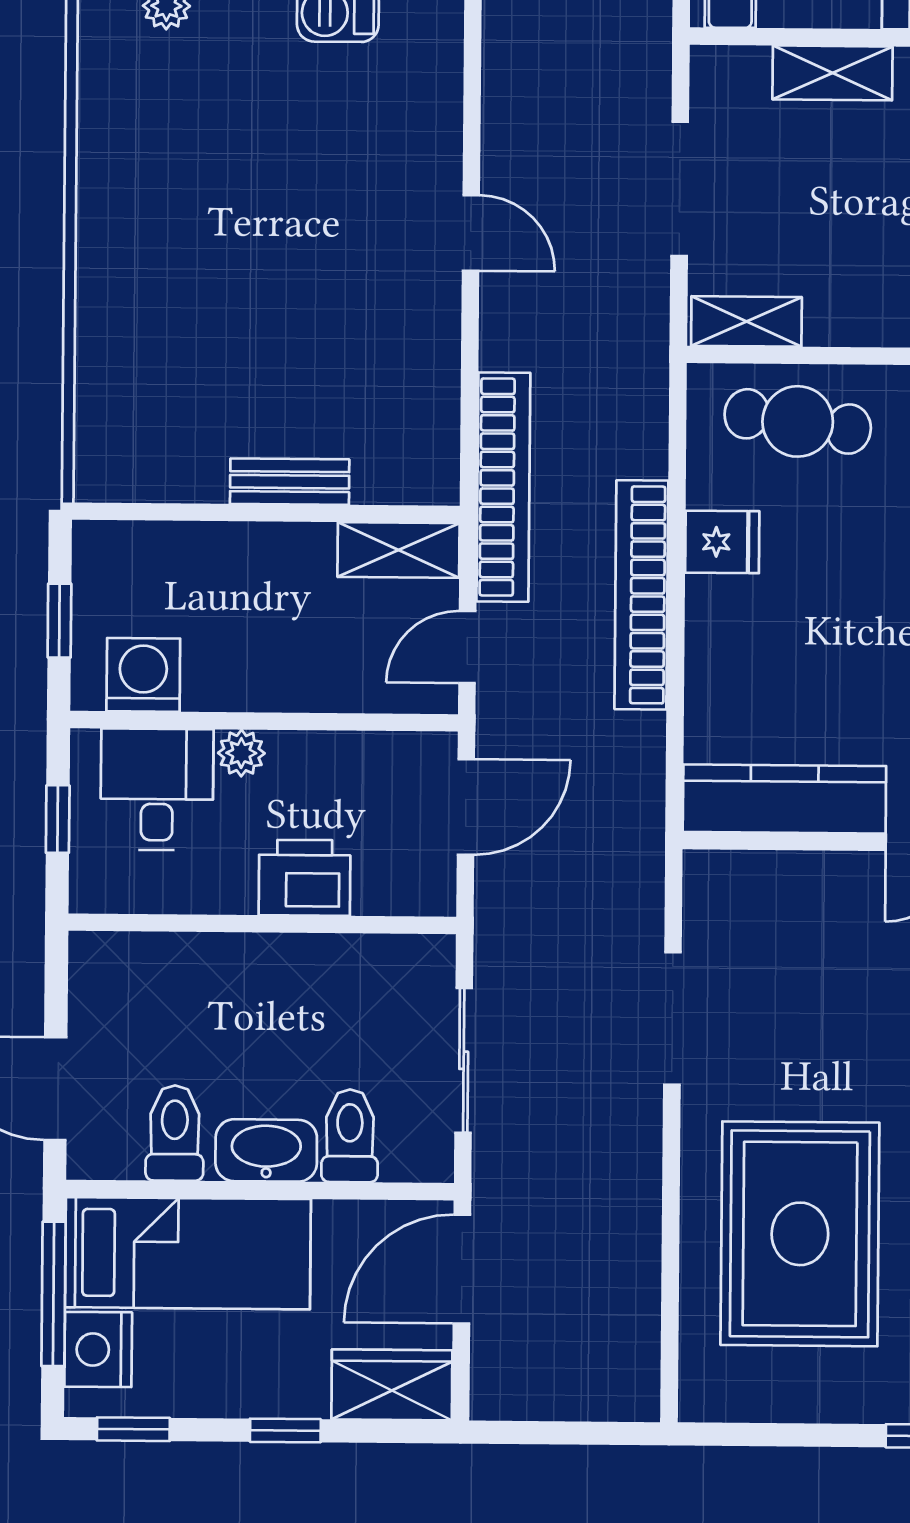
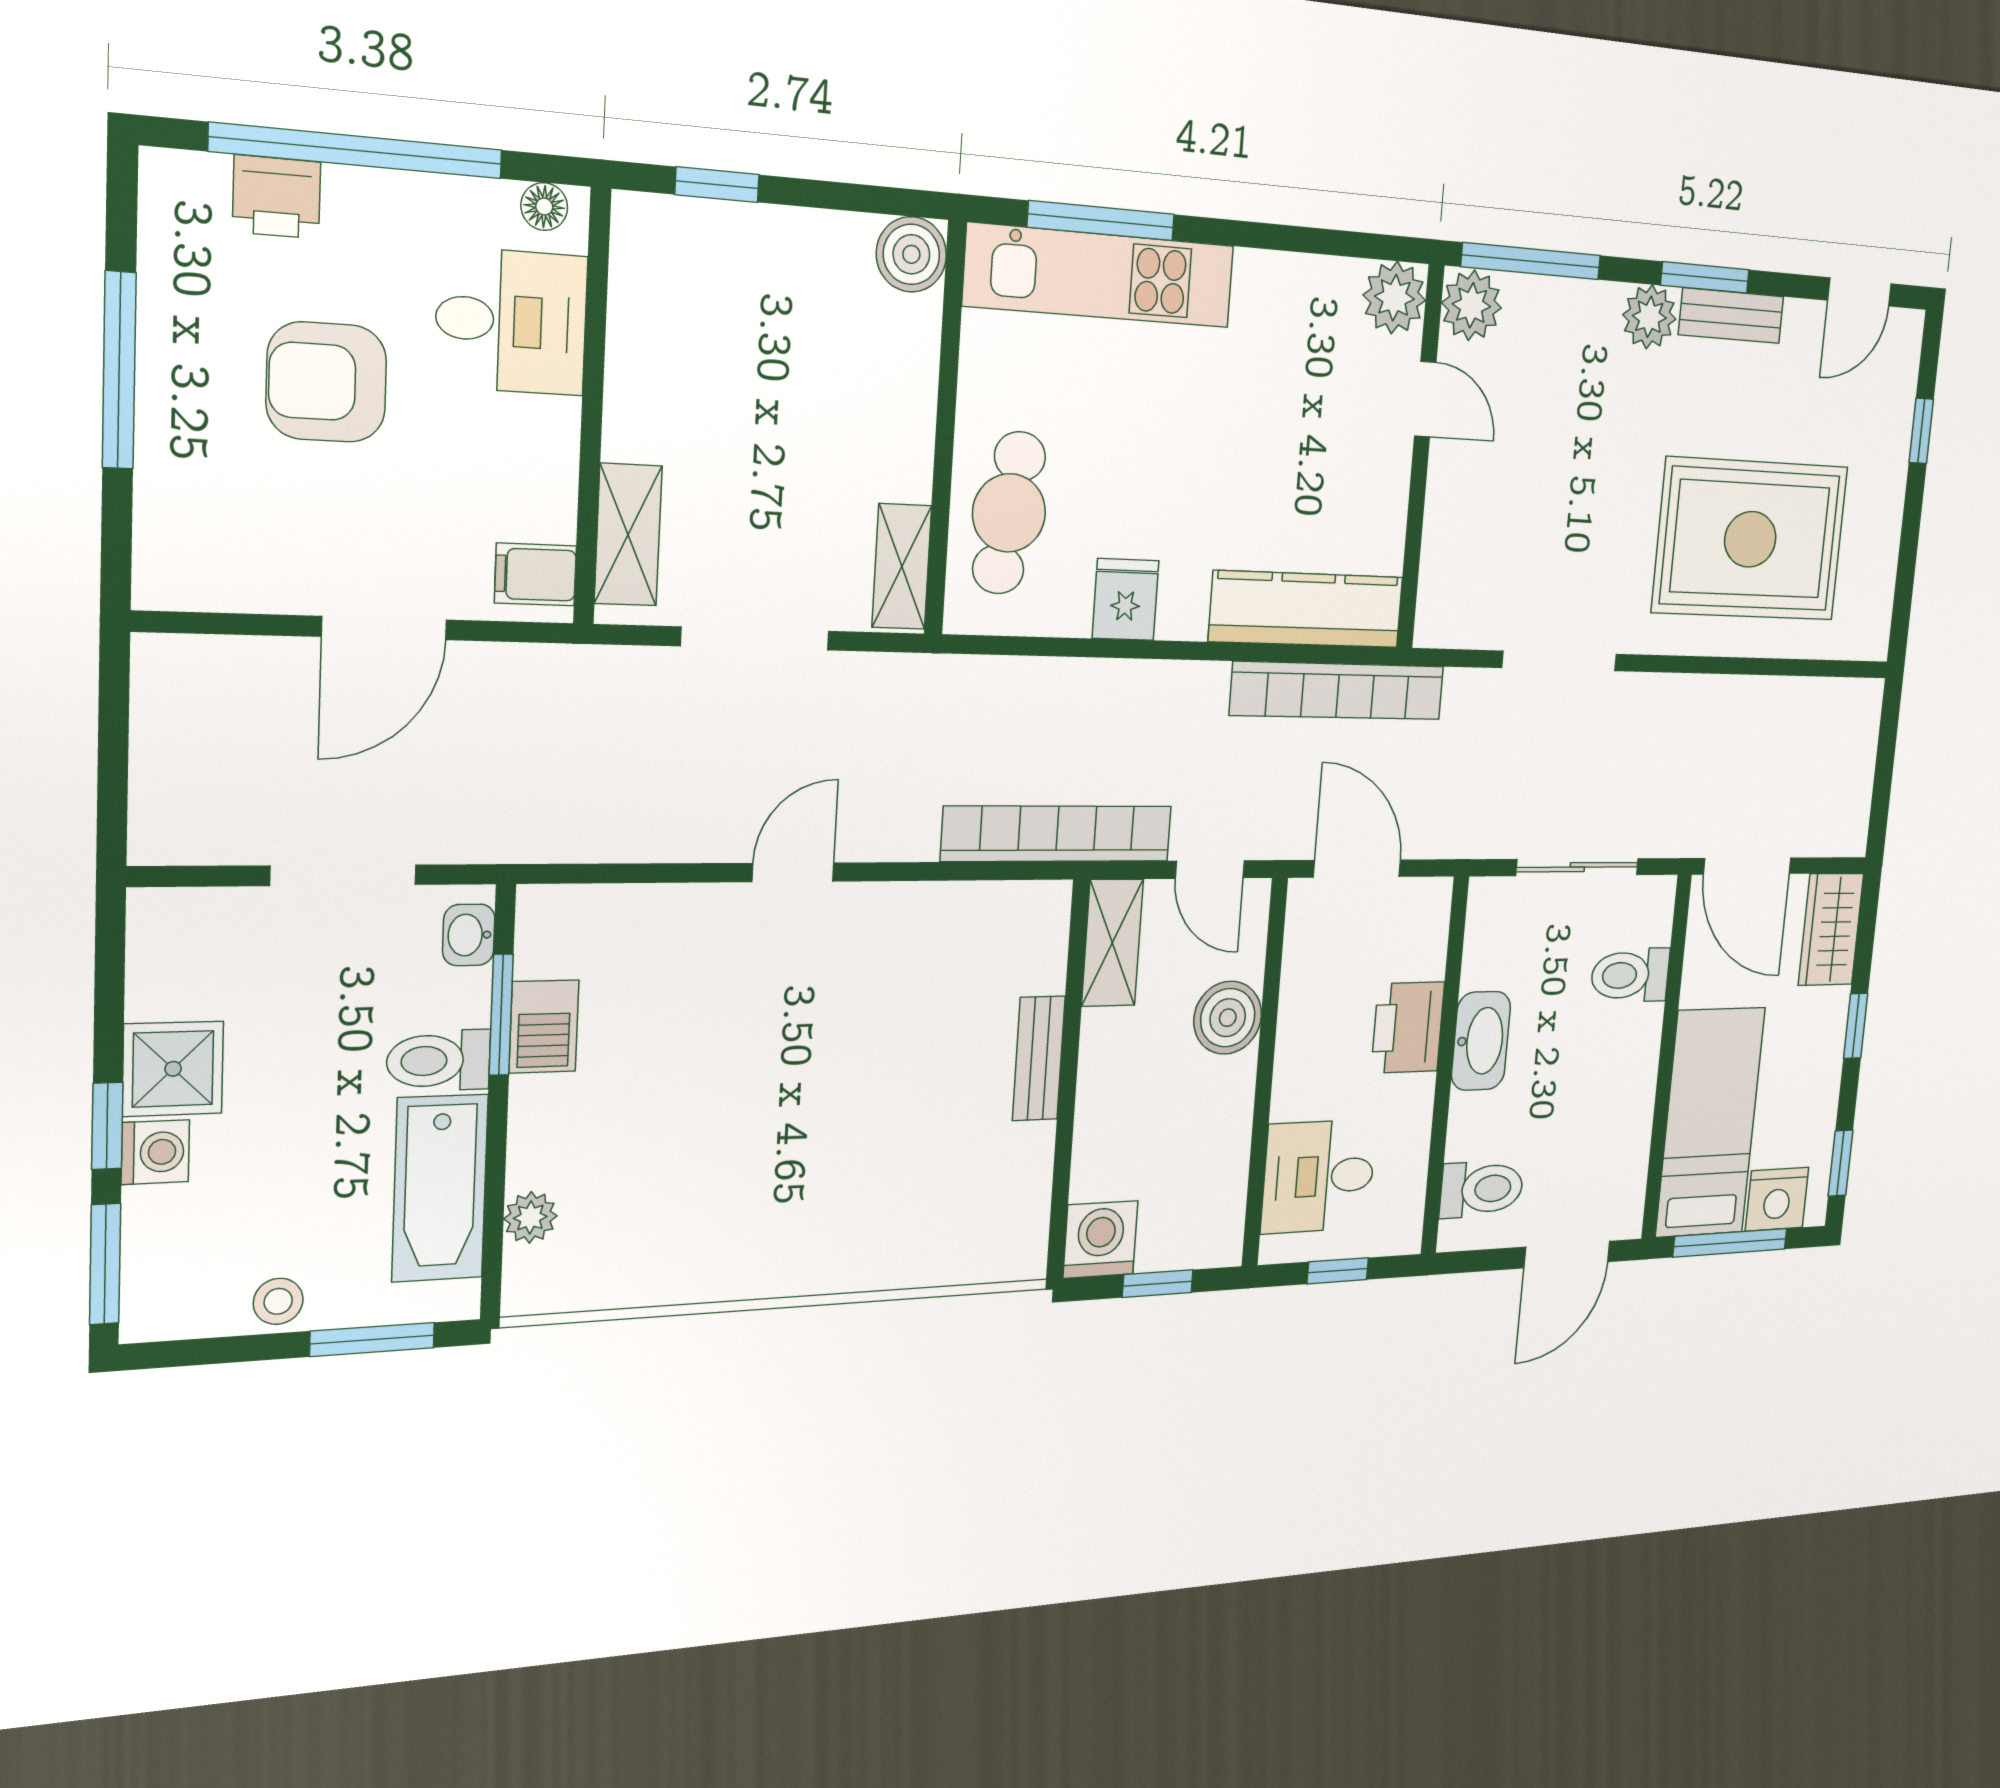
shelving: (832, 73) -> (628, 535), moved
bookcase: (641, 595) -> (1338, 691), moved
washing machine: (143, 675) -> (1100, 1240), moved, turned 90
boiler: (322, 677) -> (1228, 1018), added
plant: (241, 753) -> (1292, 1095), removed
kitchen counter: (784, 799) -> (1306, 609), moved, turned 90
toilet: (175, 1133) -> (1482, 1189), moved, turned 180
washbasin: (266, 1150) -> (1481, 1041), moved, turned 180

